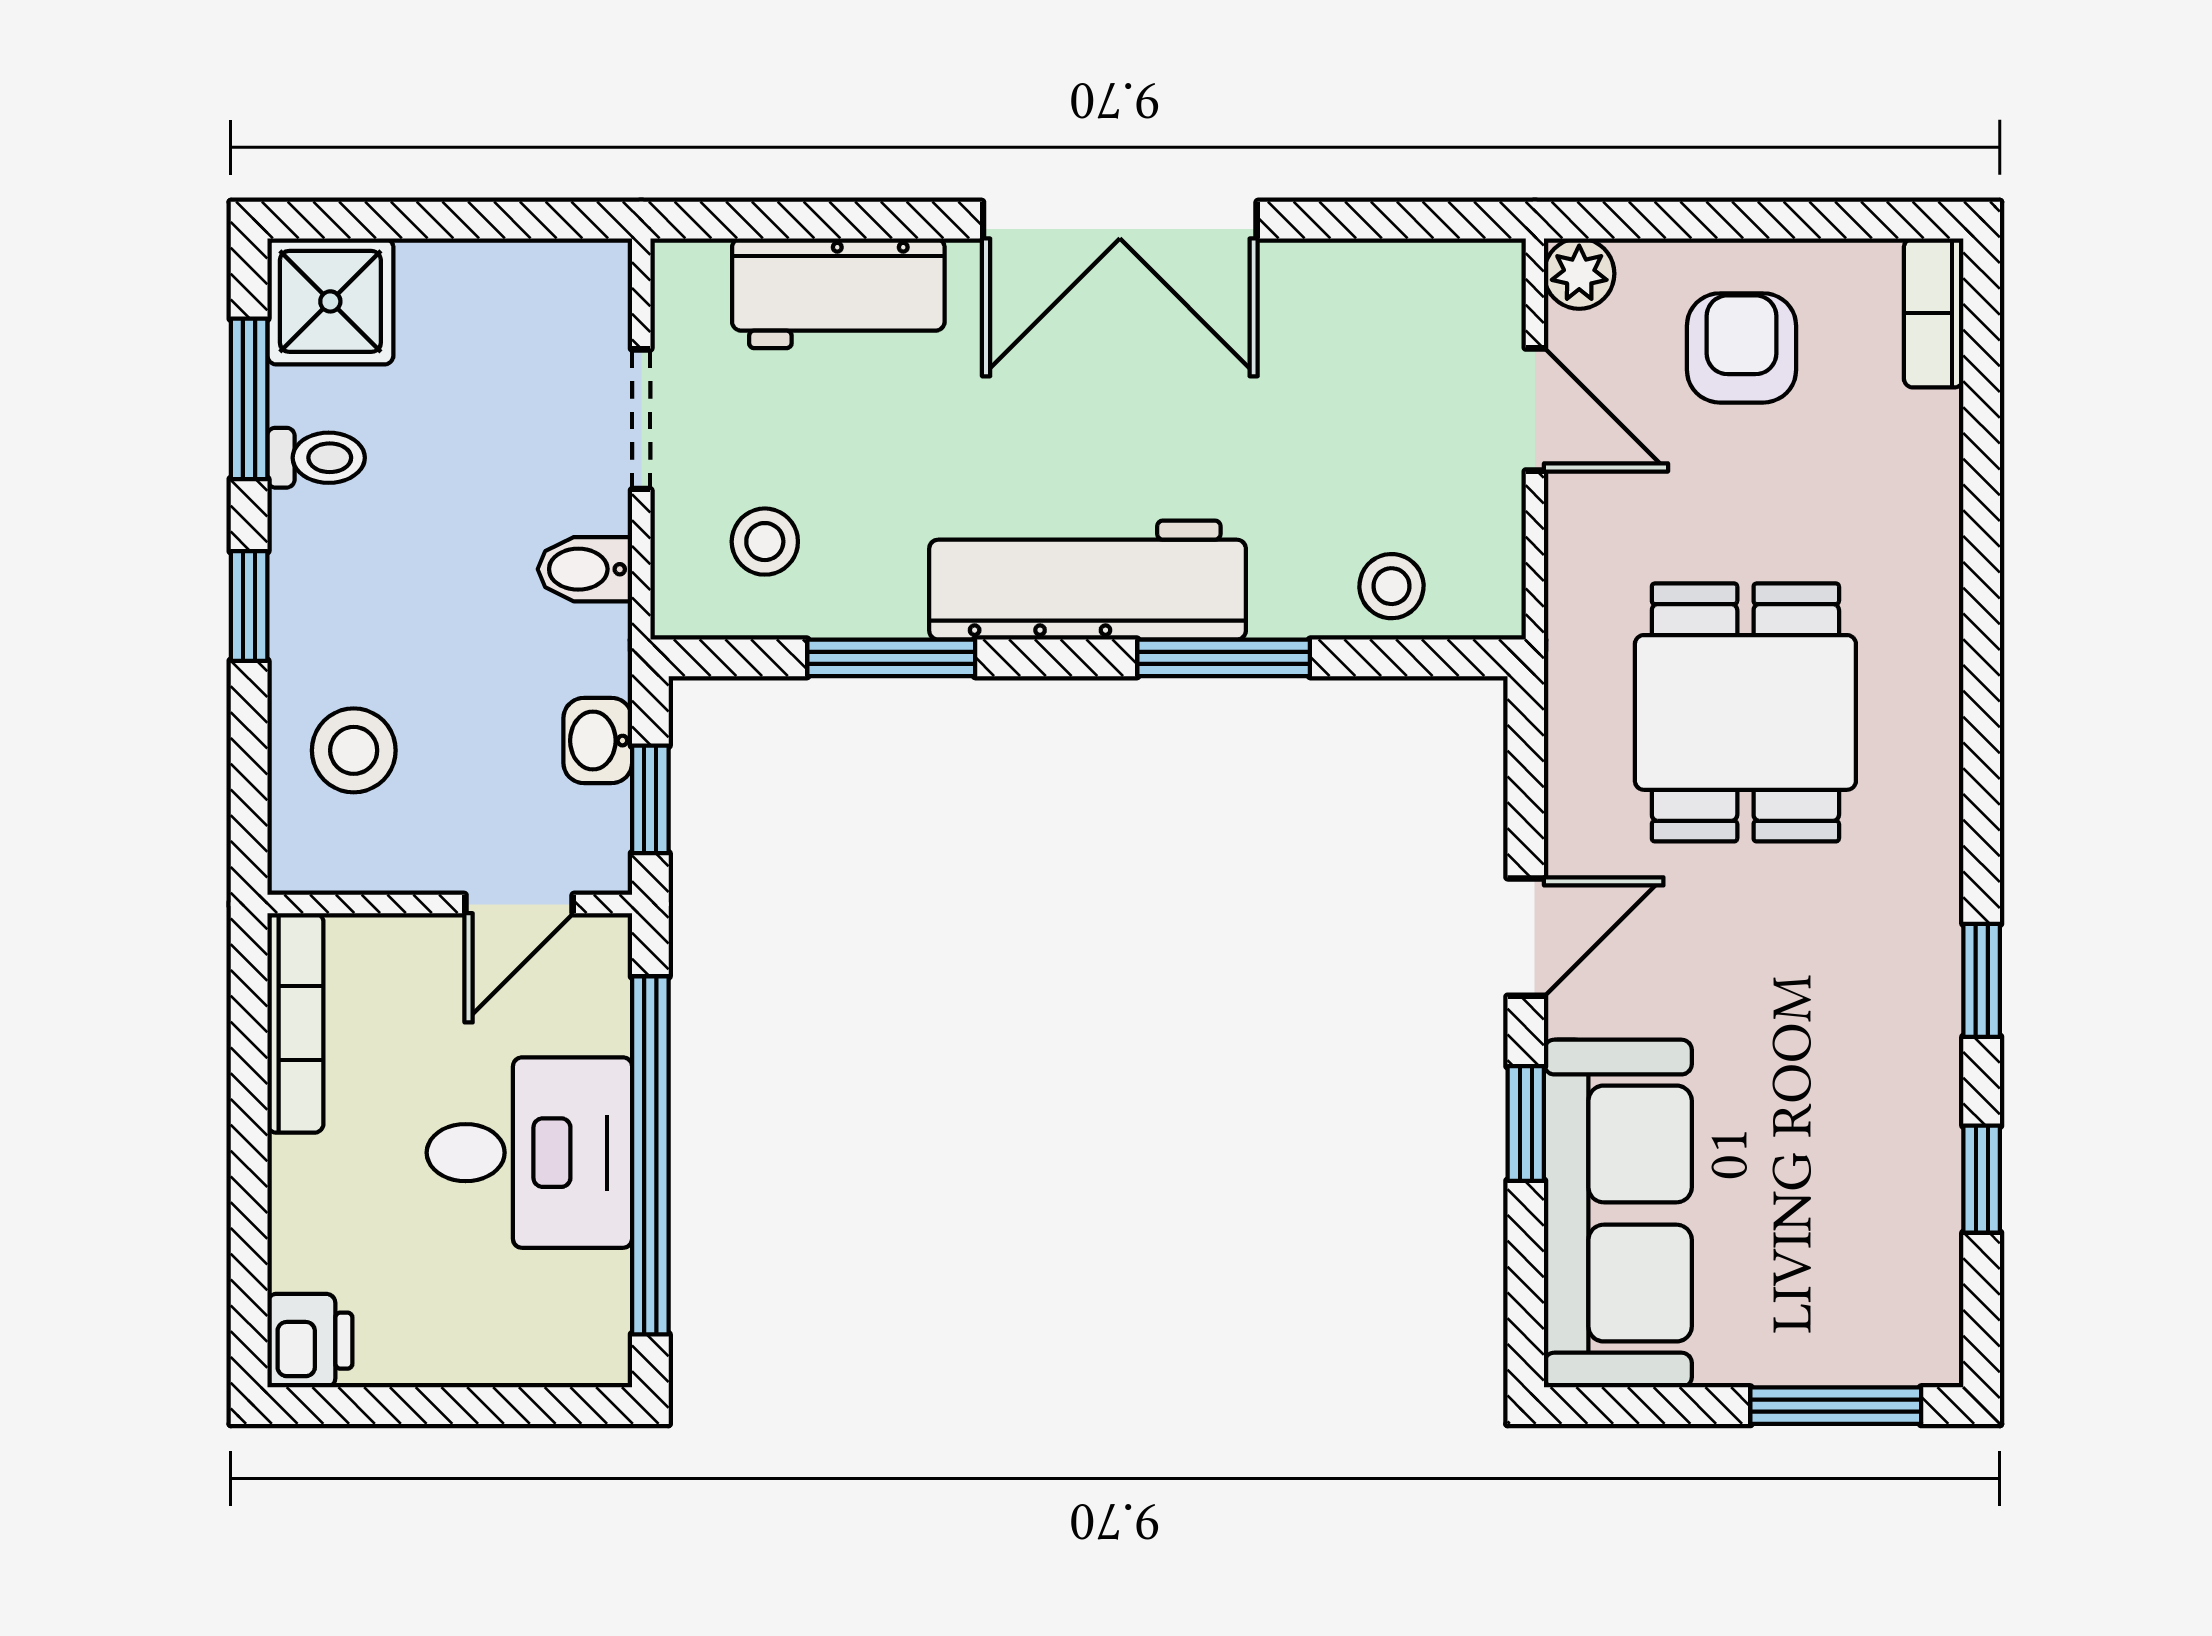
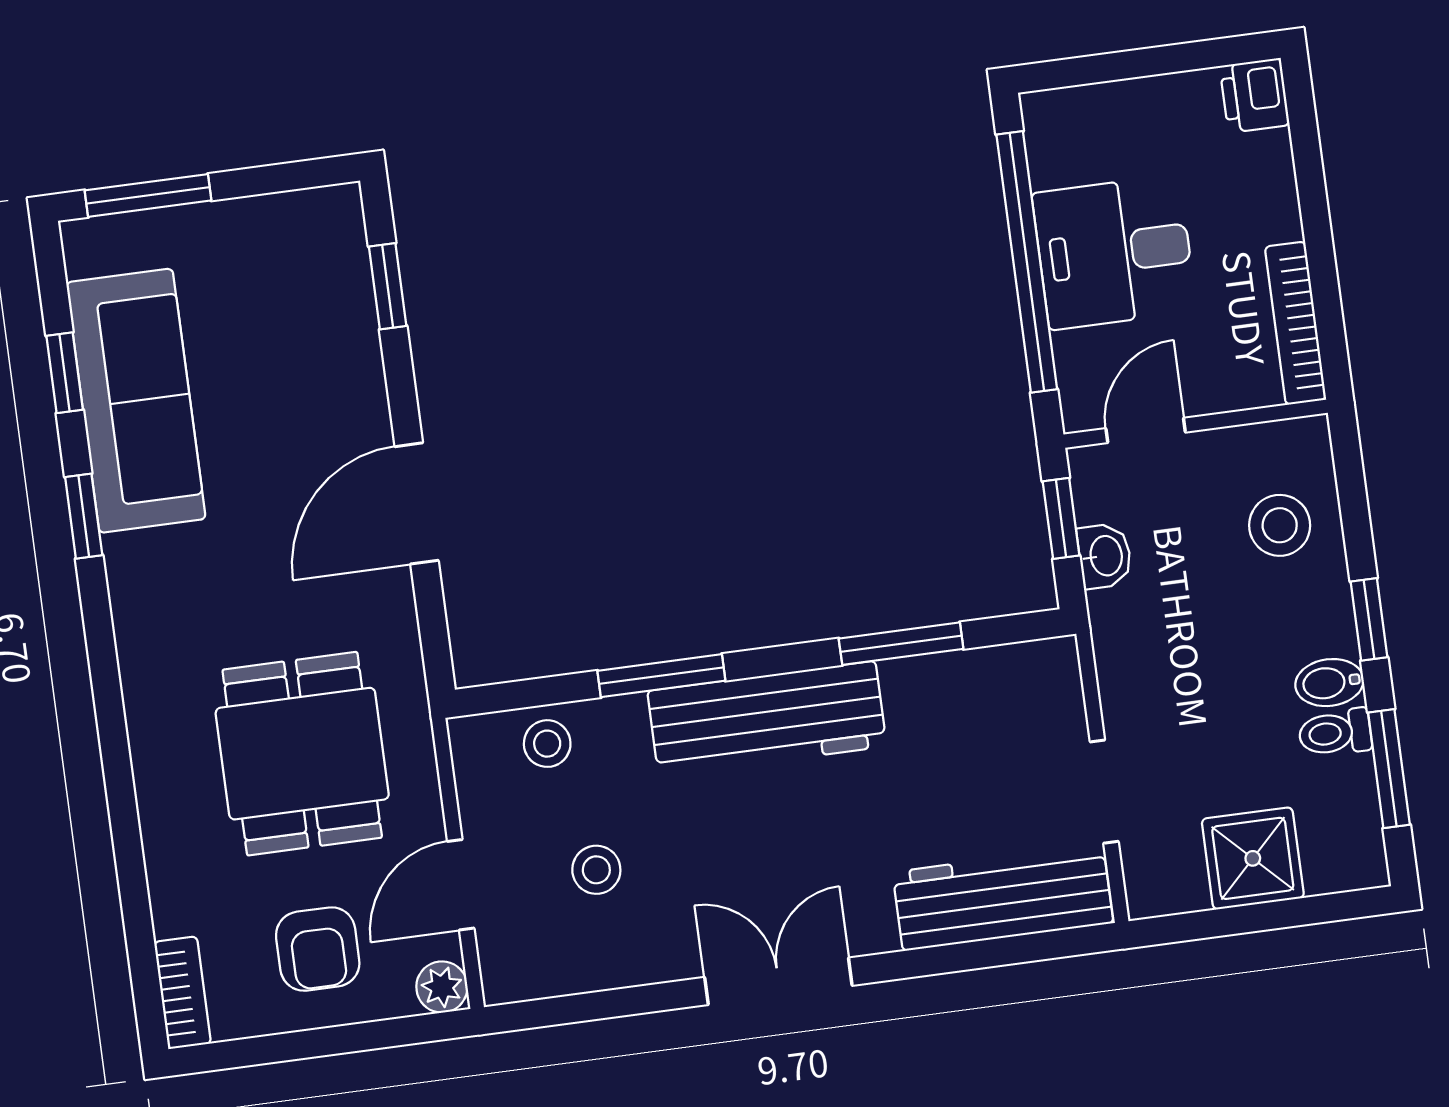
double door: (1120, 220) -> (778, 981), width x0.73
workbench: (838, 293) -> (1003, 898), width x1.37
shower: (330, 301) -> (1253, 858), moved
door: (1535, 410) -> (461, 885), hinge flipped
stool: (765, 542) -> (596, 870), moved
bidet: (585, 569) -> (1329, 683), moved, turned 180
dining table: (1745, 712) -> (302, 754), moved
door: (1526, 937) -> (417, 503), width x1.37
window: (1526, 1124) -> (388, 286), moved
sofa: (1618, 1214) -> (136, 401), moved, turned 180

